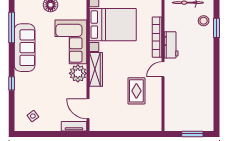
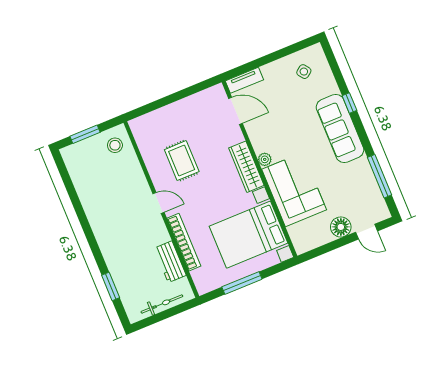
stool: (204, 21) -> (115, 145), moved
workbench: (171, 45) -> (170, 262), moved
sofa: (25, 48) -> (340, 128), moved
door: (163, 69) -> (159, 203), hinge flipped
plant: (78, 73) -> (265, 159), width x0.53, depth x0.53

